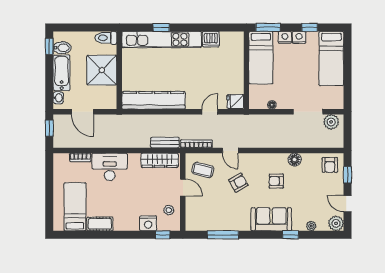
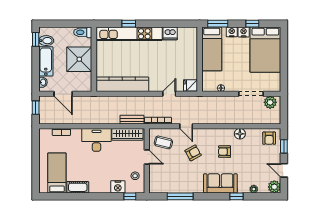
bed: (331, 59) -> (265, 50), width x1.50
desk: (110, 167) -> (96, 140), moved

